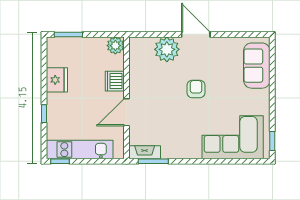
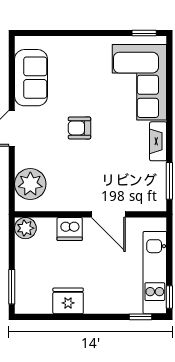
plant: (167, 49) -> (30, 184), moved
sofa: (257, 66) -> (31, 78), moved, turned -90
window: (44, 114) -> (140, 317), moved
fireplace: (145, 152) -> (158, 141), moved

